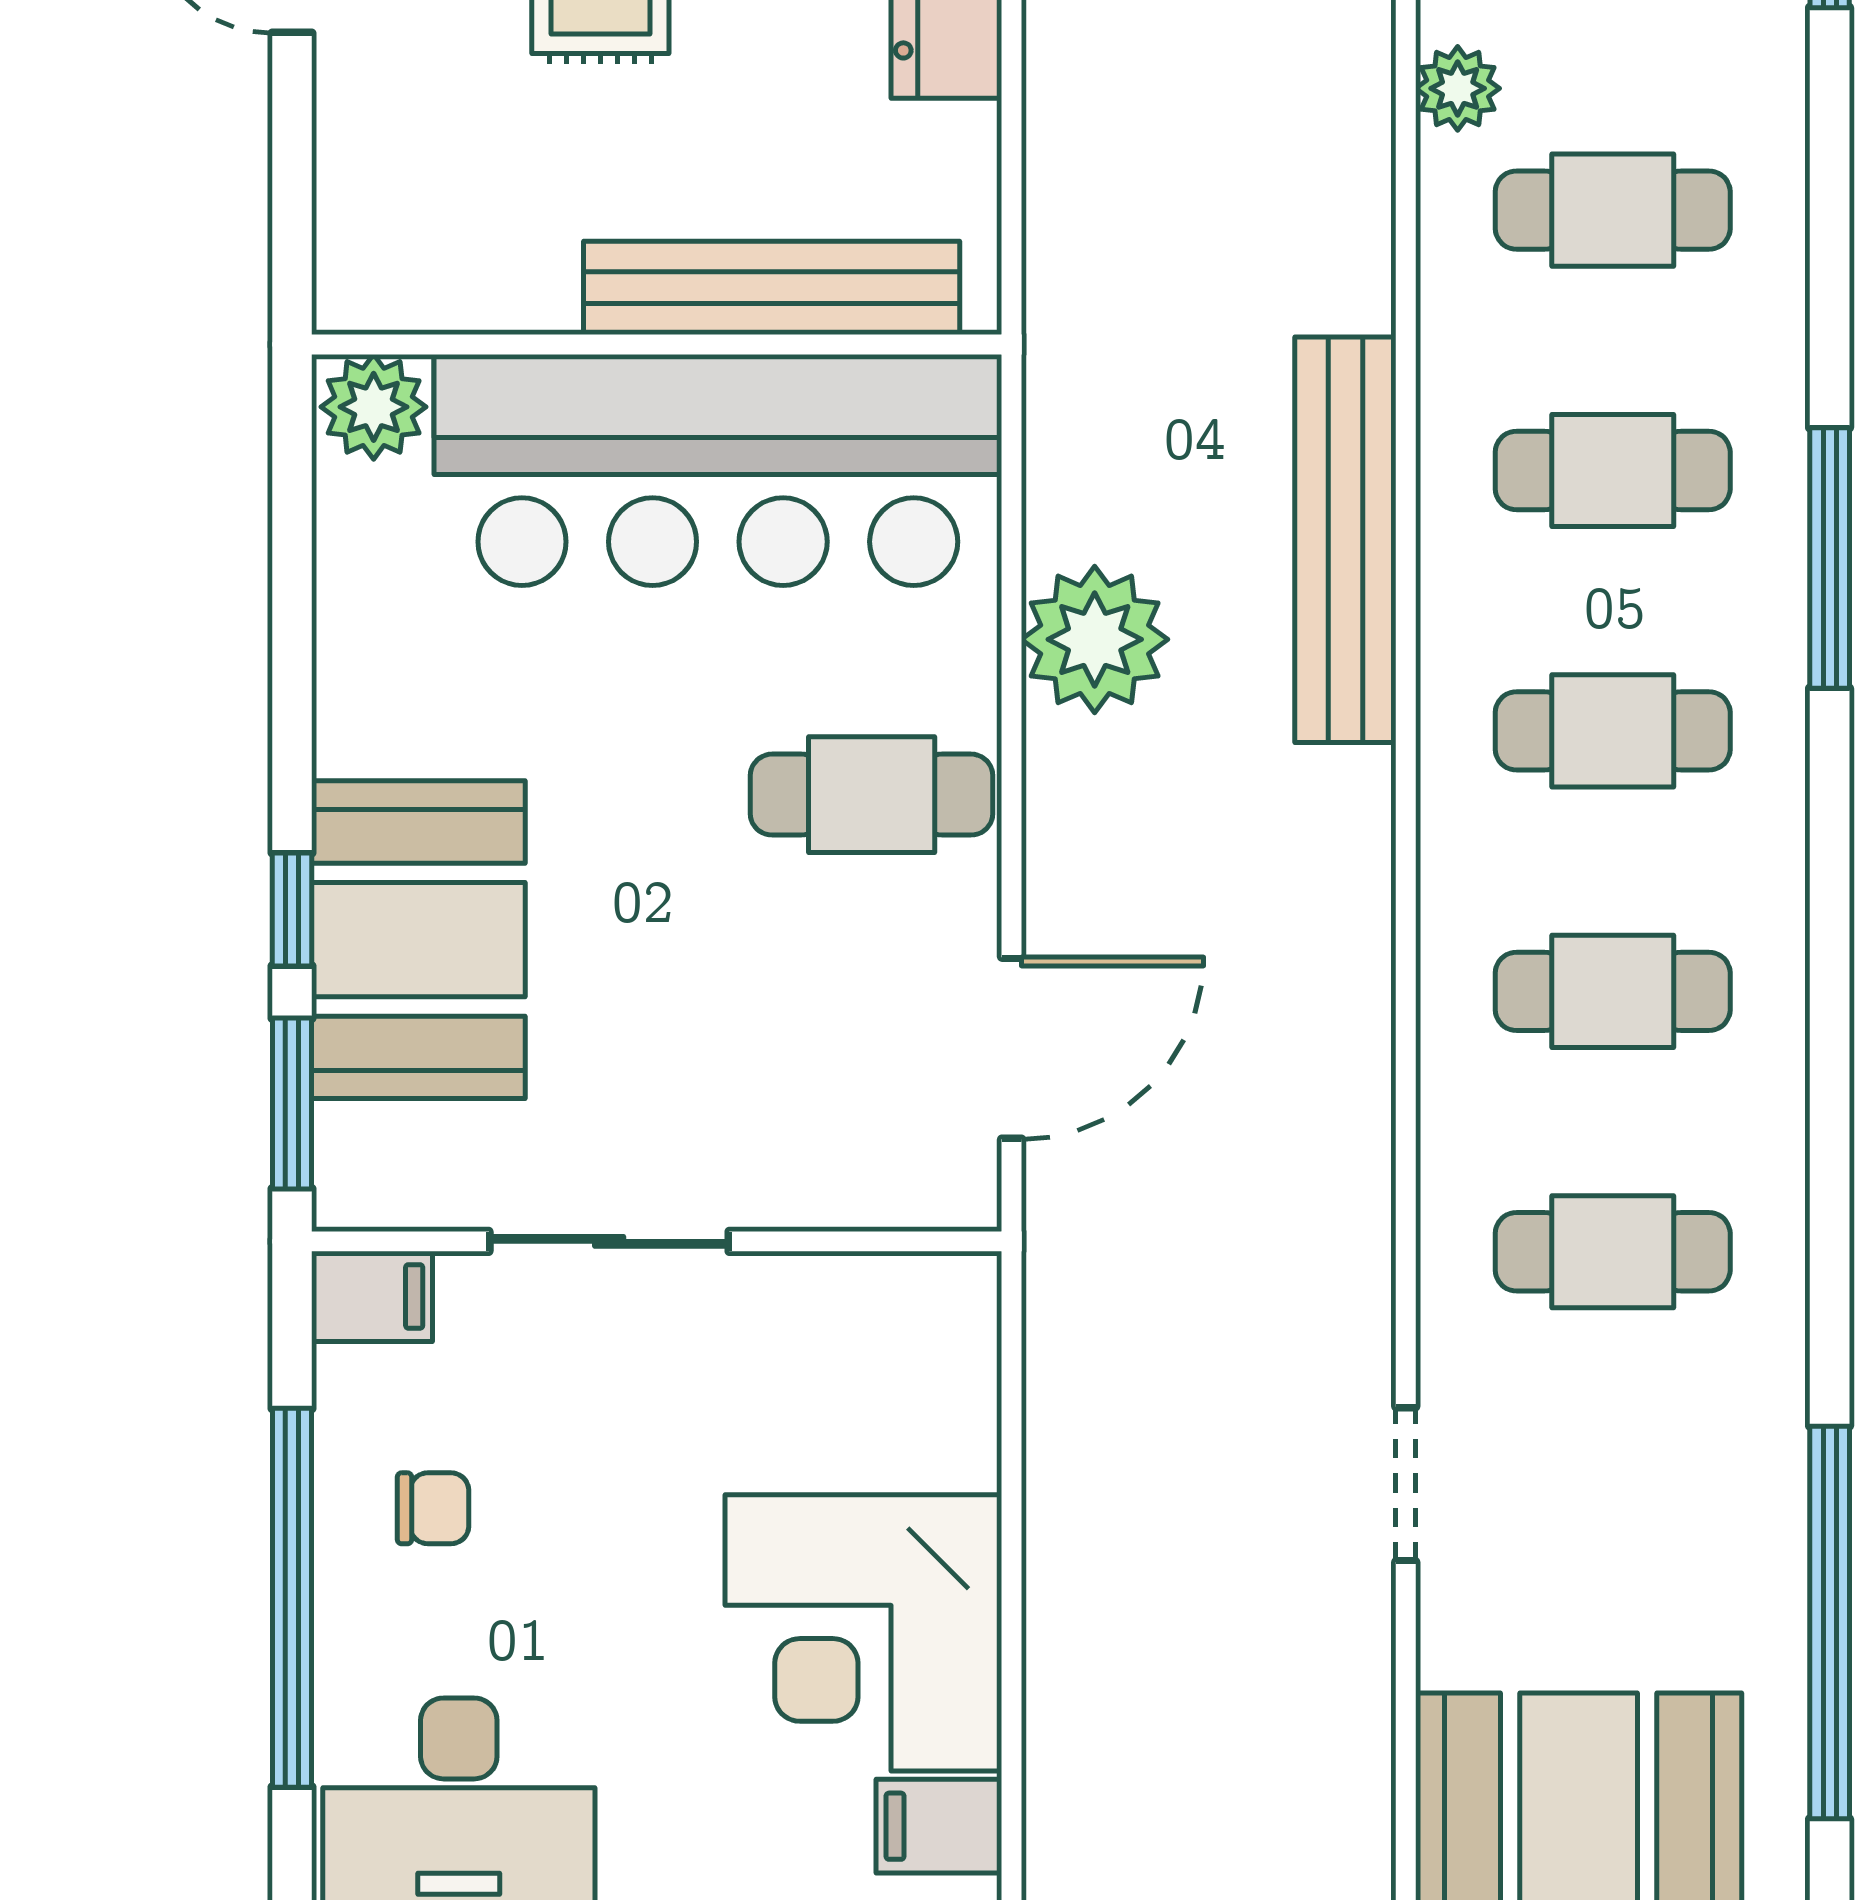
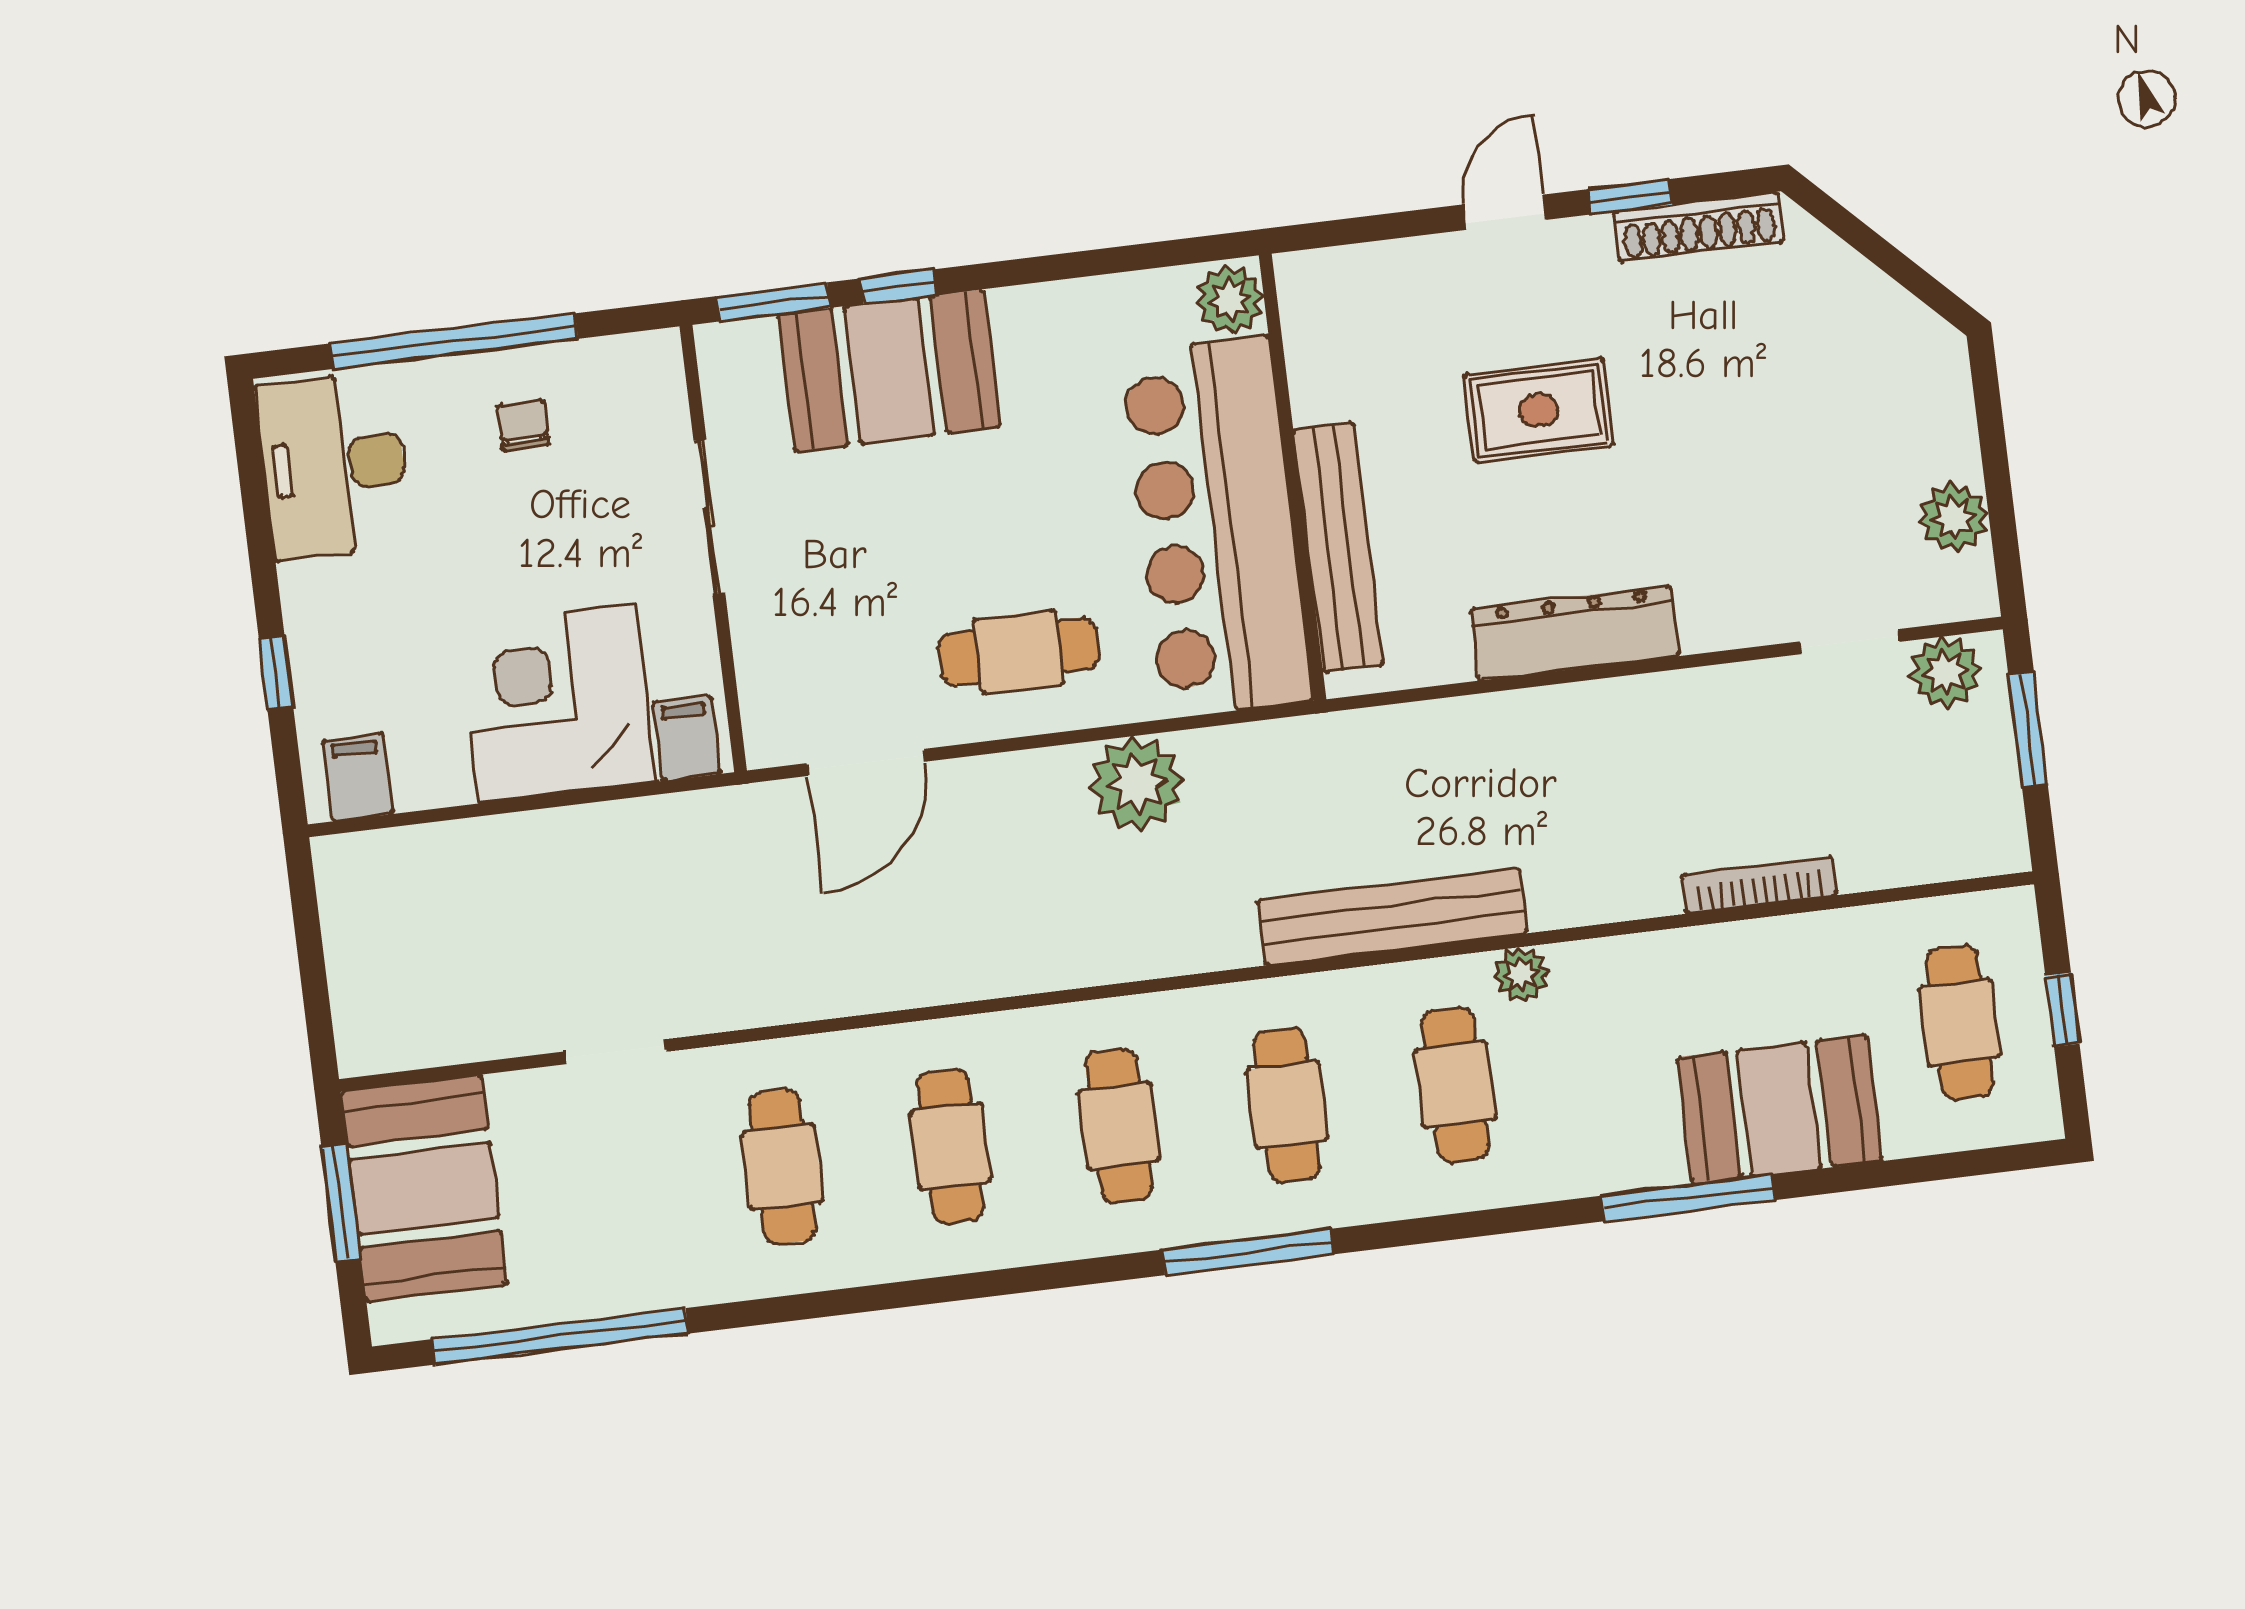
bench: (1345, 540) -> (1392, 917), moved
cafe table: (872, 795) -> (1019, 652), turned 90
door: (1012, 1048) -> (866, 762), hinge flipped
filing cabinet: (372, 1296) -> (687, 738), moved, turned 180
chair: (433, 1508) -> (523, 425), turned 180
corner desk: (863, 1633) -> (557, 703), moved

